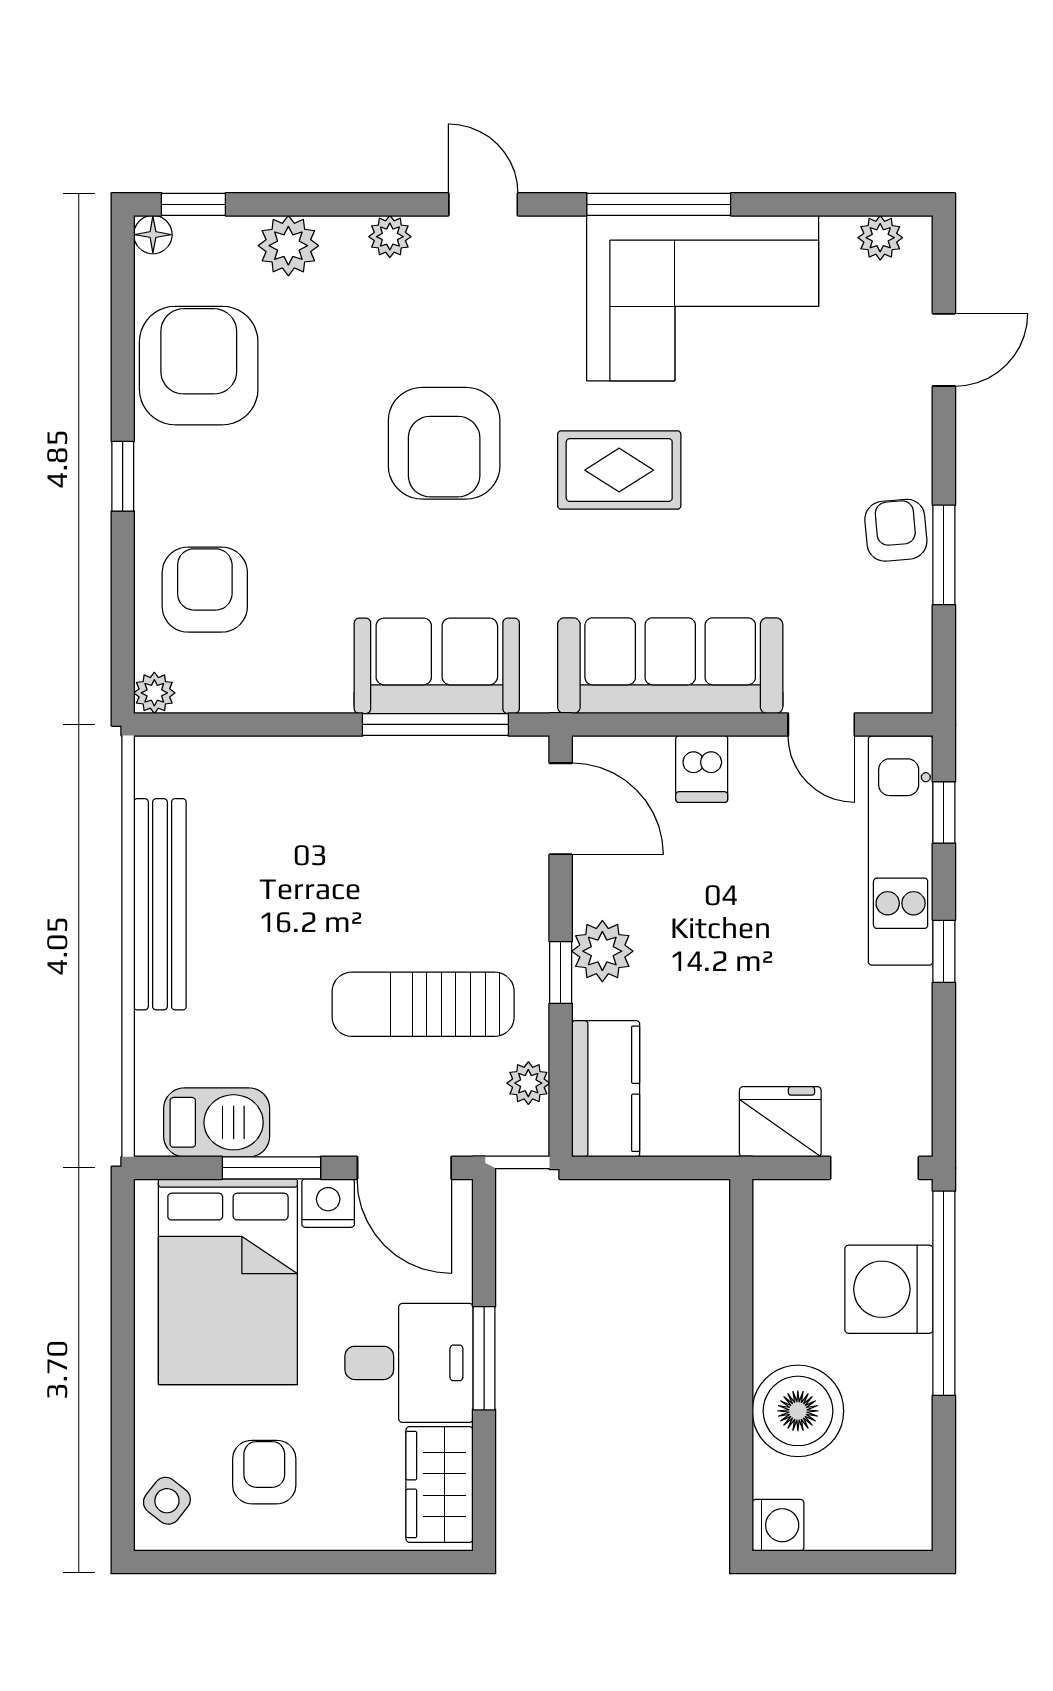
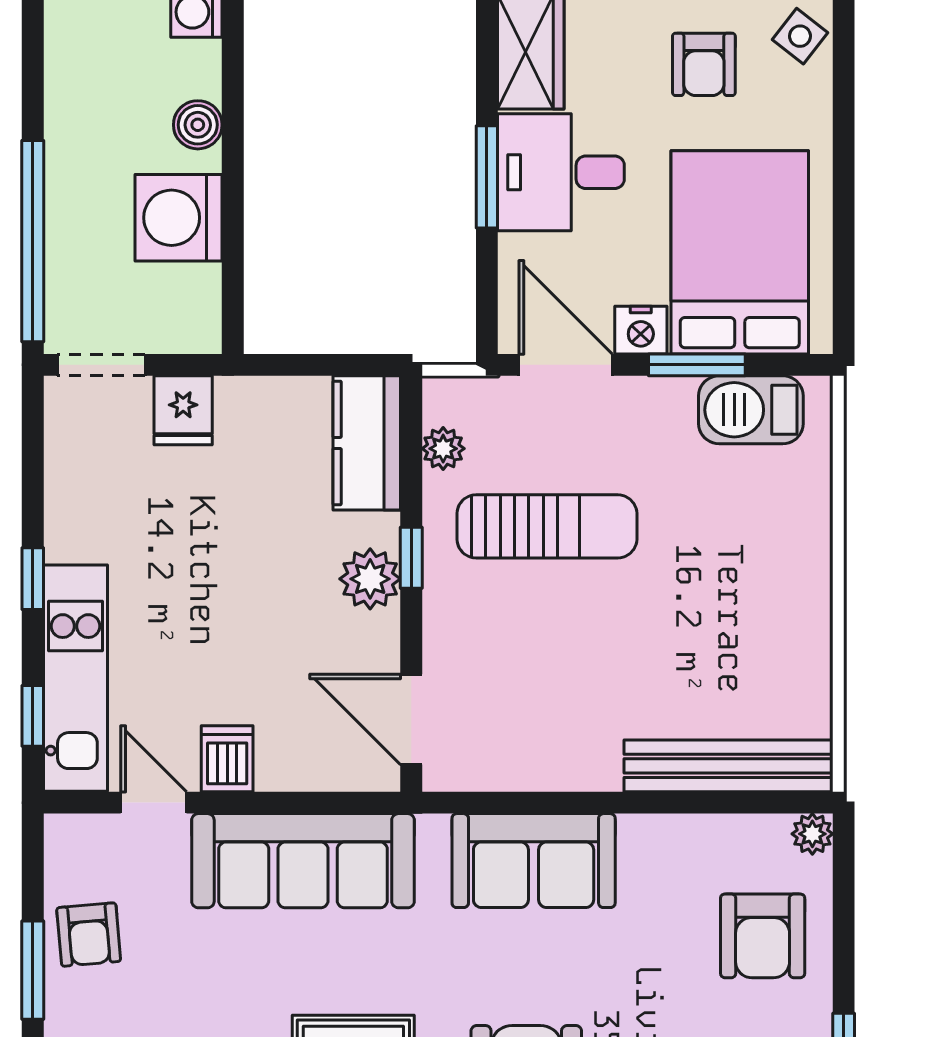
armchair: (896, 530) -> (89, 935), moved
window: (435, 724) -> (535, 803), removed
dishwasher: (702, 769) -> (227, 759), moved
bench: (160, 904) -> (729, 766), moved, turned 90
fridge: (780, 1122) -> (183, 410), width x0.72
washing machine: (889, 1289) -> (179, 218), moved, turned 180
boiler: (798, 1411) -> (198, 125), width x0.54, depth x0.54

